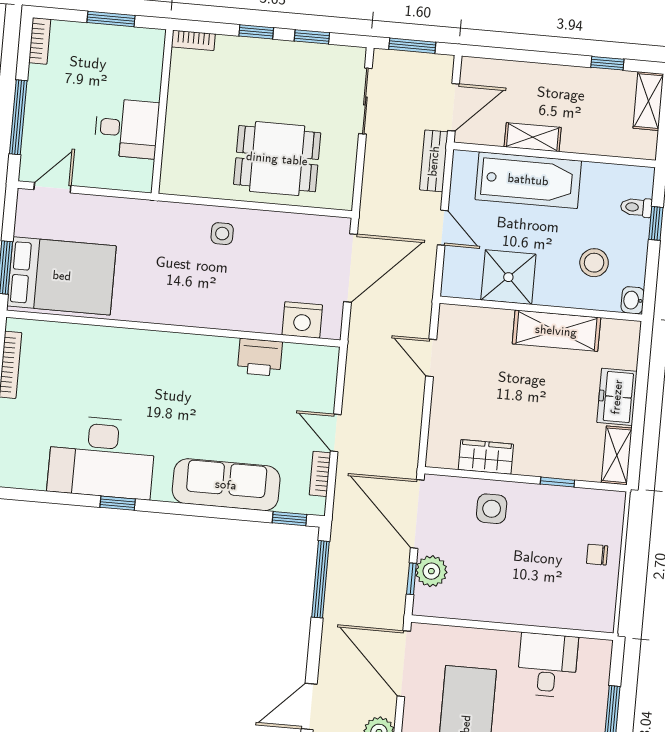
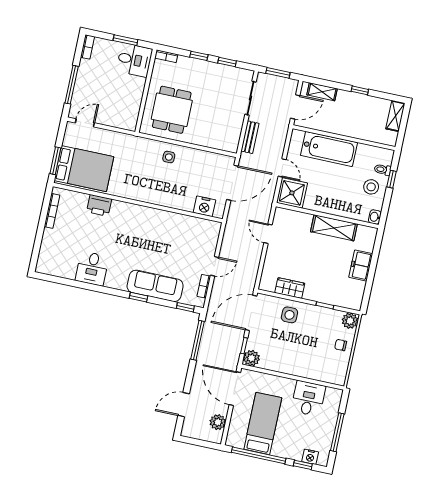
window: (607, 63) -> (360, 90), moved
desk: (127, 128) -> (134, 60), moved
shelving: (533, 137) -> (322, 92), moved
dining table: (277, 159) -> (172, 110), moved, turned 90
bench: (434, 161) -> (250, 137), moved
stool: (594, 263) -> (371, 187), moved
shower: (508, 277) -> (292, 193), moved
printer: (260, 357) -> (99, 205), moved
door: (336, 433) -> (214, 266), swing flipped
shelving: (617, 455) -> (357, 295), removed
desk: (102, 457) -> (92, 269), width x0.53, depth x0.77
window: (118, 503) -> (138, 297), moved
plant: (609, 506) -> (350, 321), added
door: (417, 514) -> (251, 313), hinge flipped
plant: (431, 571) -> (251, 358), moved

